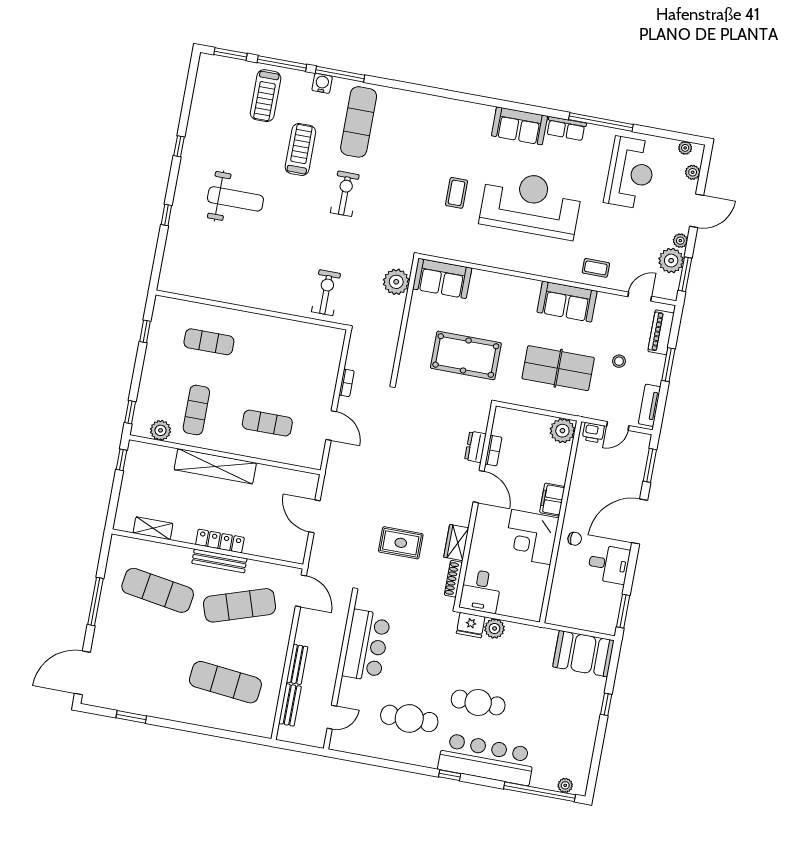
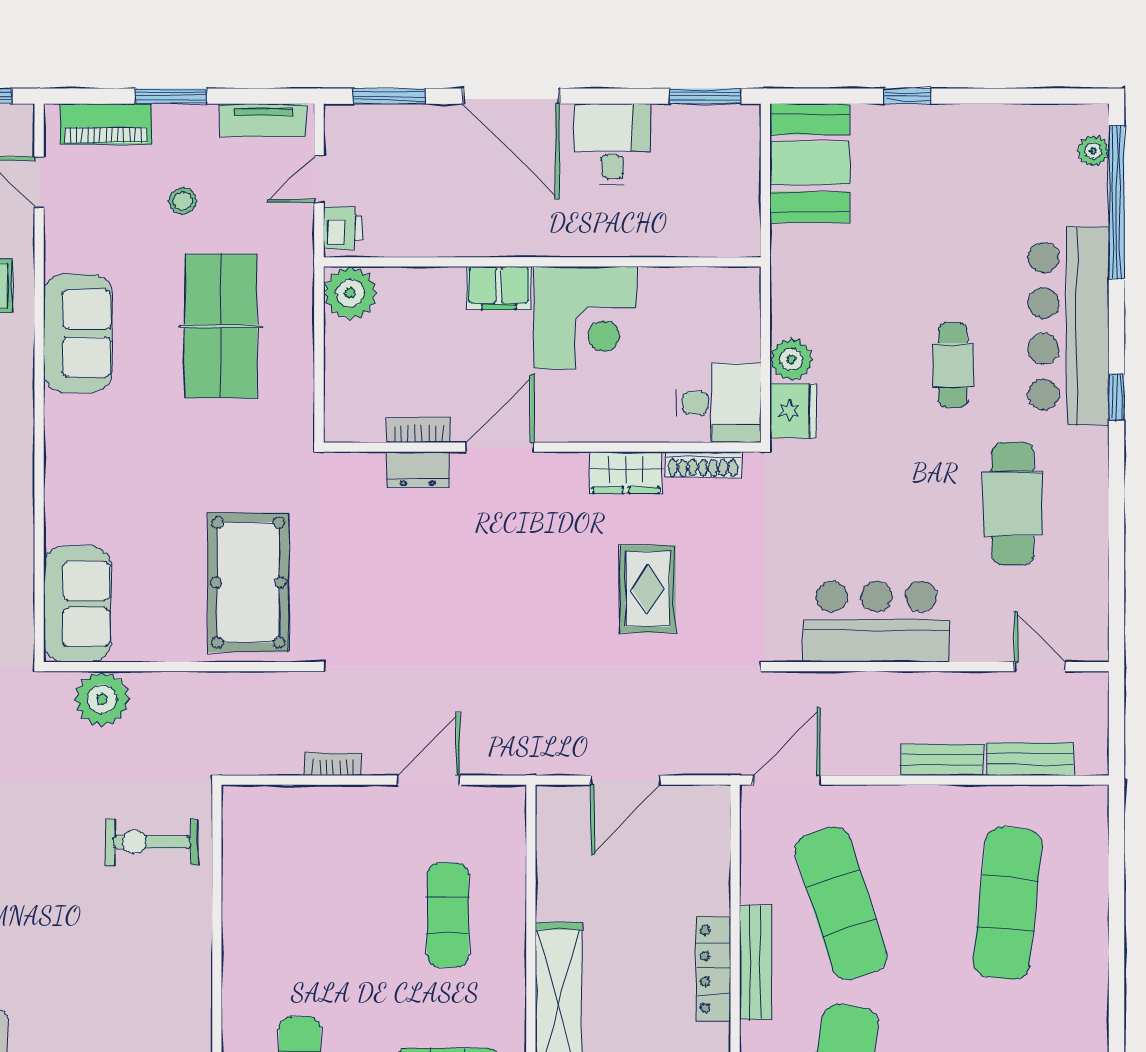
pool table: (466, 355) -> (248, 582), moved
door: (618, 426) -> (319, 179), swing flipped
chair: (575, 539) -> (572, 226), removed
cafe table: (478, 702) -> (953, 365), width x0.73, depth x0.74

